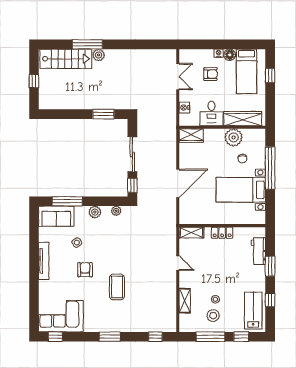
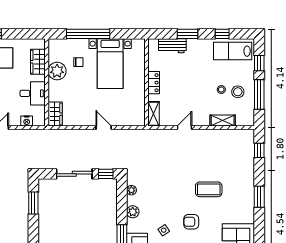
wardrobe: (243, 119) -> (38, 62), width x0.67
door: (178, 183) -> (104, 128), width x0.53

